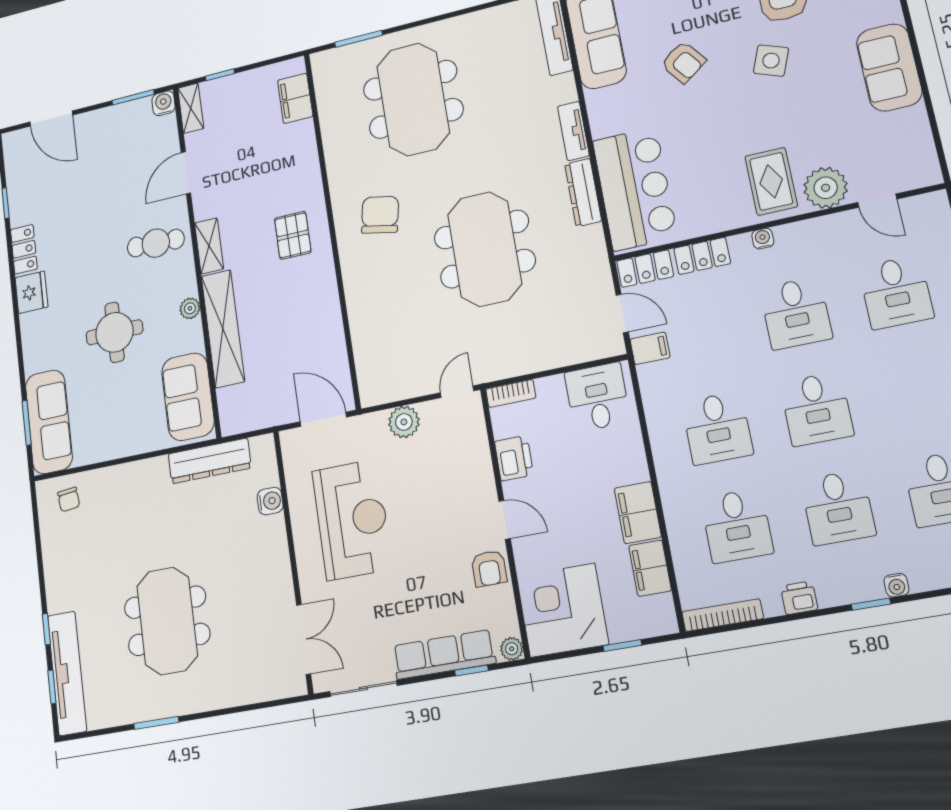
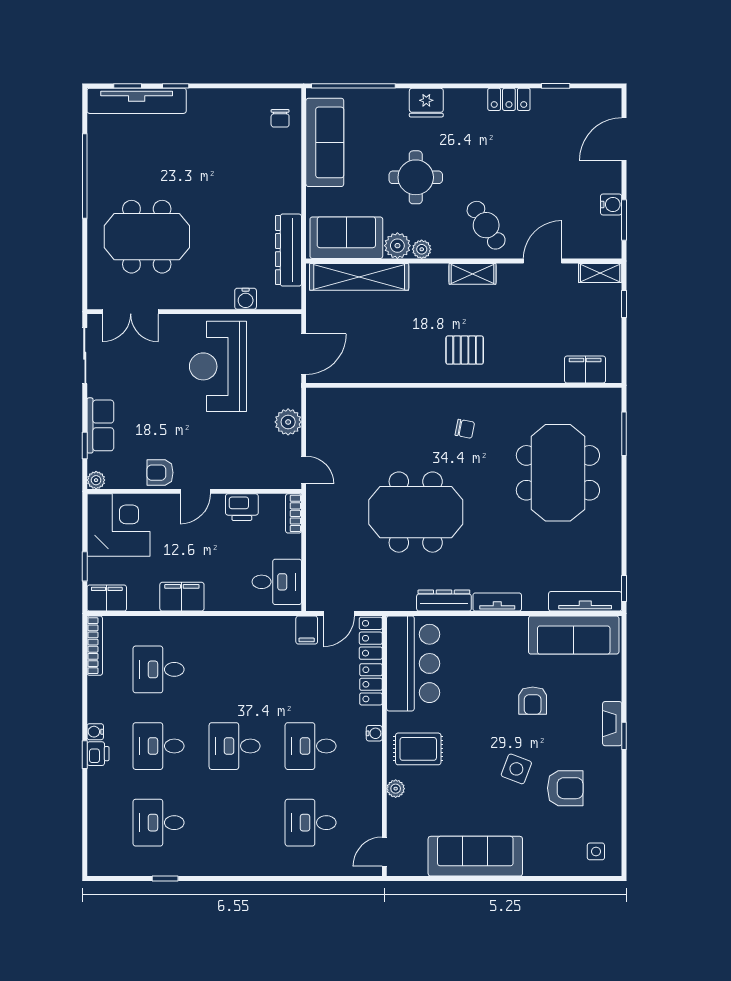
armchair: (683, 62) -> (533, 701), turned -54
sofa: (889, 67) -> (475, 856), width x1.36
meeting table: (413, 99) -> (558, 473), turned 90
water cooler: (163, 103) -> (611, 204), moved
door: (186, 173) -> (543, 261), hinge flipped
plant: (826, 188) -> (396, 789), width x0.53, depth x0.53
bar counter: (635, 189) -> (413, 663), moved, turned -90
door: (877, 201) -> (384, 852), moved
chair: (380, 215) -> (465, 429), width x0.54, depth x0.54
cafe table: (156, 243) -> (486, 225), turned -35
fridge: (31, 292) -> (426, 103), moved
shelving: (223, 329) -> (359, 277), moved
plant: (189, 337) -> (397, 246), added
sofa: (49, 422) -> (325, 142), moved, turned -90
window: (27, 423) -> (353, 86), width x2.11
desk: (717, 428) -> (235, 669), removed
chair: (69, 499) -> (280, 118), turned -84
reception desk: (352, 520) -> (218, 366), turned 90
filing cabinet: (650, 568) -> (107, 598), moved
water cooler: (896, 585) -> (95, 732), moved
printer: (799, 598) -> (98, 754), moved
meeting table: (167, 621) -> (147, 237), moved
row of seats: (444, 655) -> (100, 425), width x0.68
window: (156, 723) -> (85, 176), width x2.11

